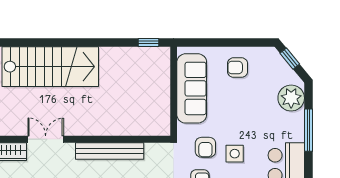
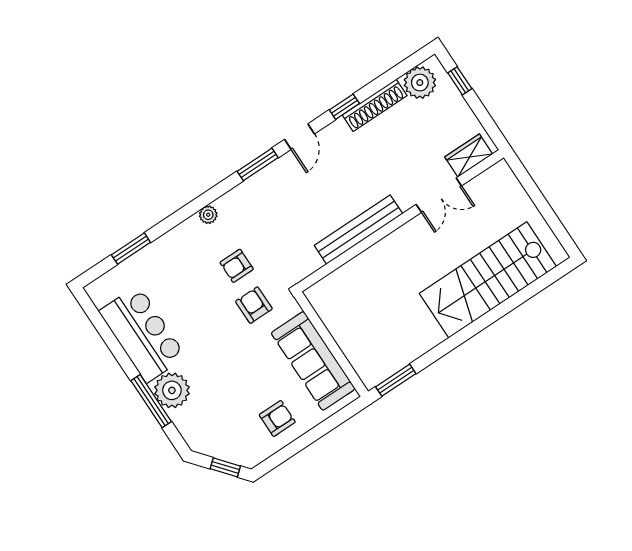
window: (148, 42) -> (396, 380), width x1.50
plant: (291, 98) -> (172, 390), moved
side table: (235, 154) -> (216, 320), removed

